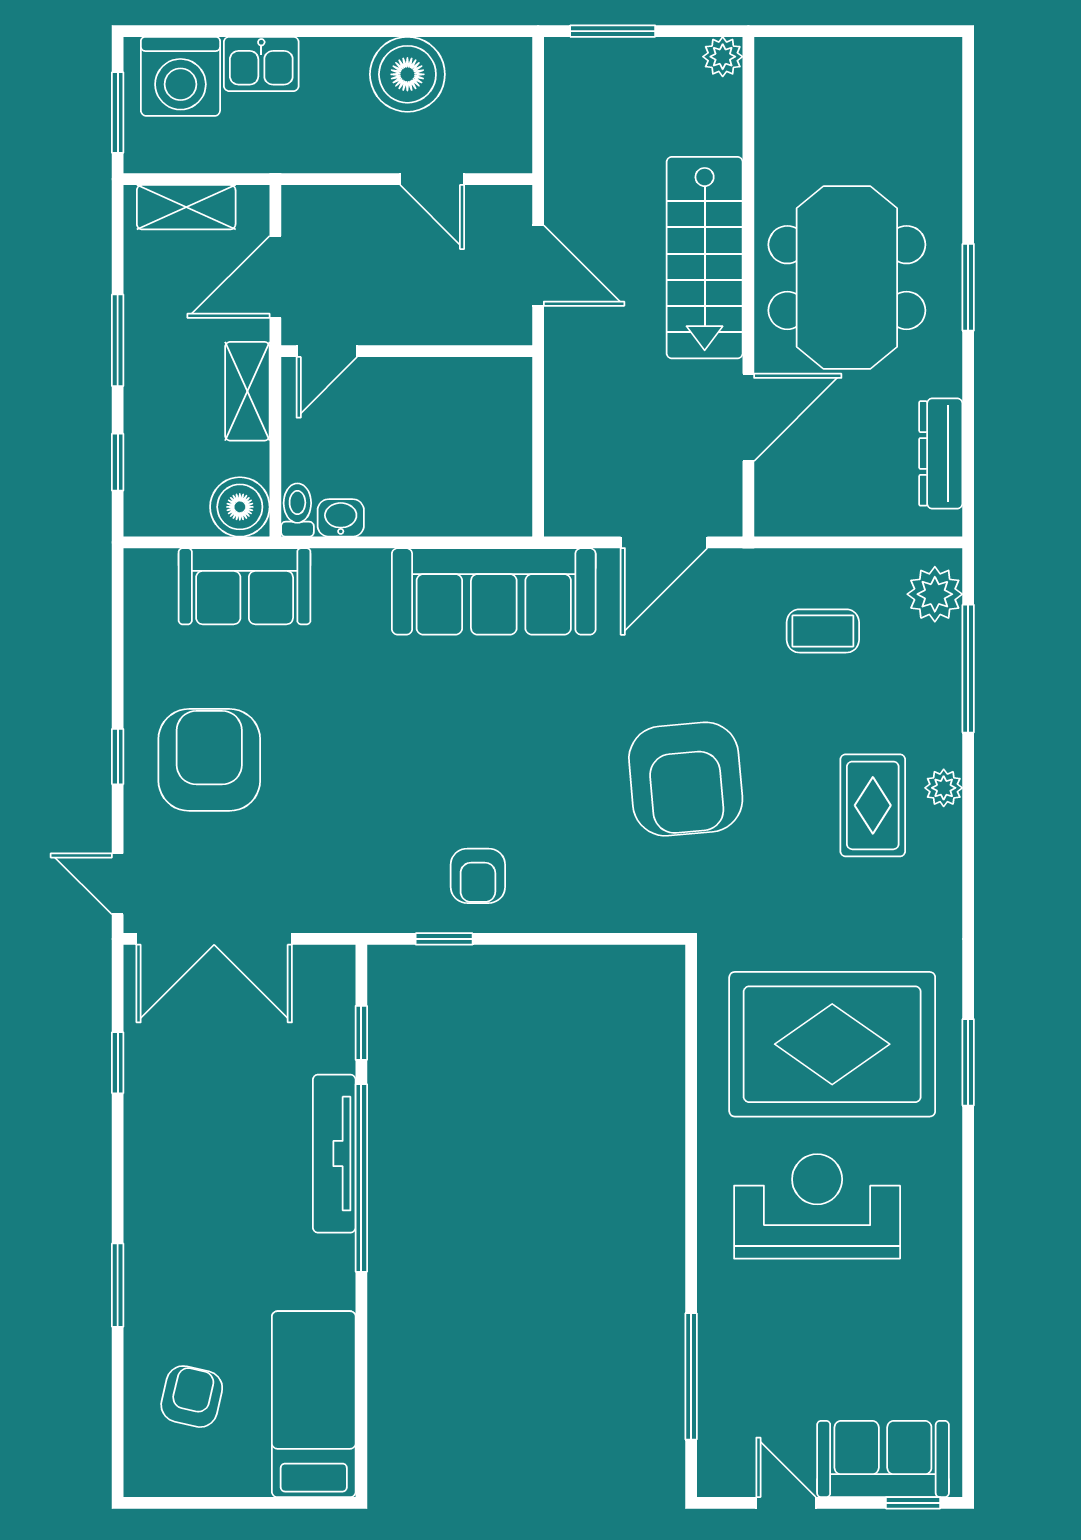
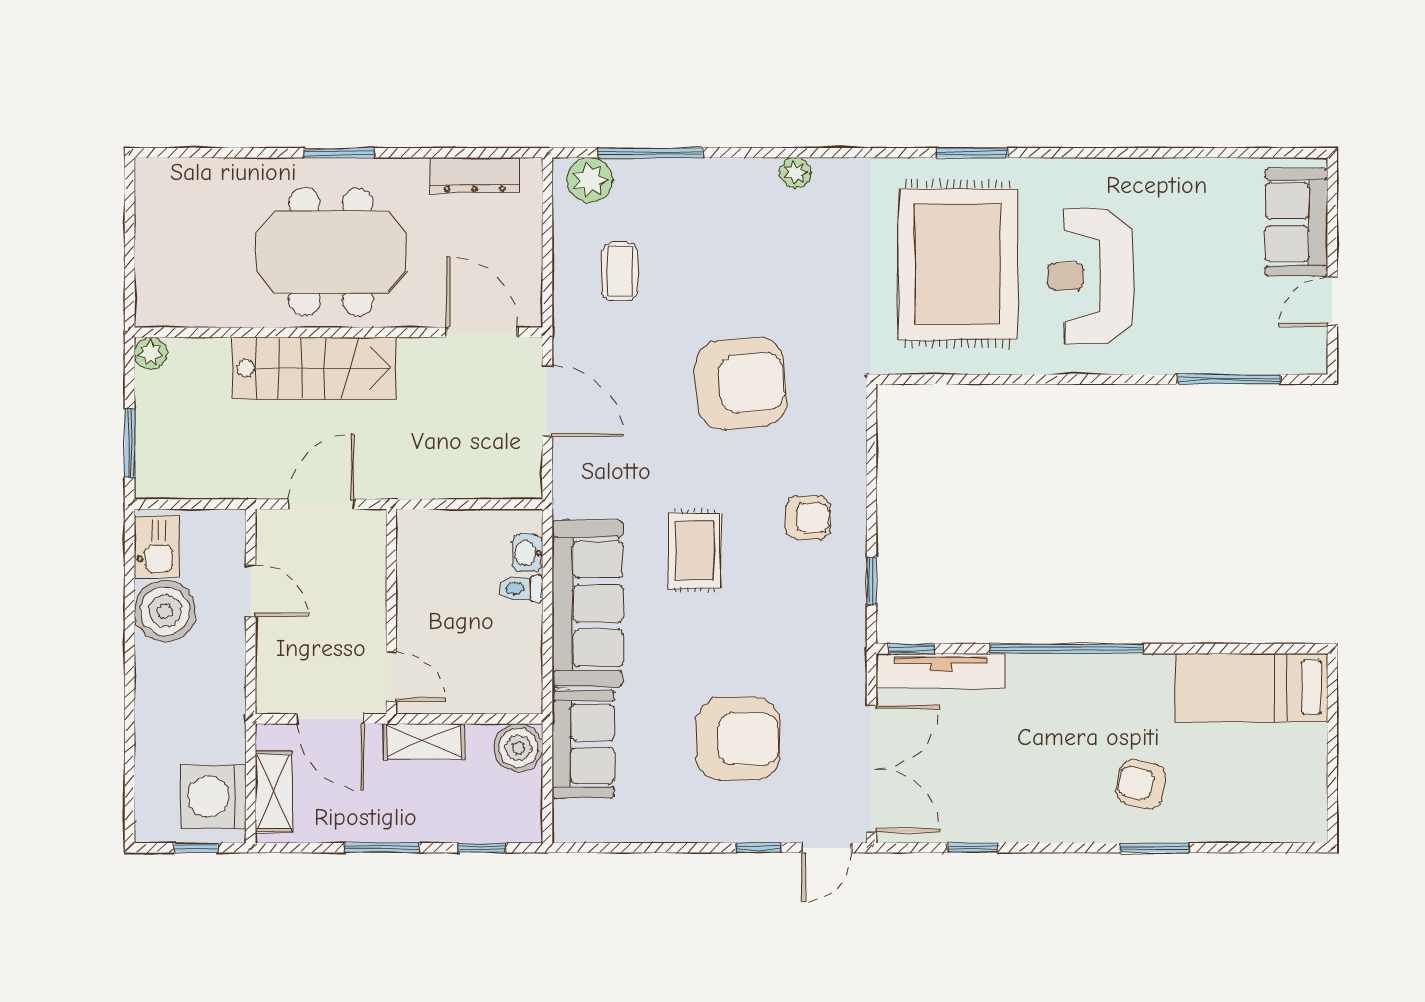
kitchen sink: (261, 64) -> (156, 547), moved
washing machine: (180, 76) -> (214, 797), moved, turned 180
window: (118, 113) -> (196, 848), width x0.67
door: (432, 179) -> (251, 591), hinge flipped
door: (748, 417) -> (482, 332), moved
toilet: (297, 510) -> (521, 588), moved
washbasin: (341, 518) -> (527, 553), moved
sofa: (494, 591) -> (587, 604), moved
window: (118, 757) -> (759, 848), moved
armchair: (209, 760) -> (738, 739), moved, turned 180
plant: (944, 788) -> (795, 173), moved
rug: (873, 805) -> (695, 550), moved, turned 90
armchair: (478, 876) -> (808, 518), moved
window: (361, 1033) -> (912, 649), moved
tv unit: (334, 1154) -> (941, 671), moved
armchair: (192, 1397) -> (1141, 784), moved
window: (913, 1503) -> (1332, 198), removed

